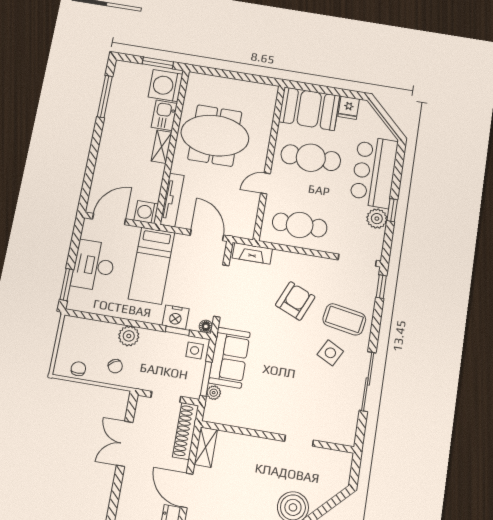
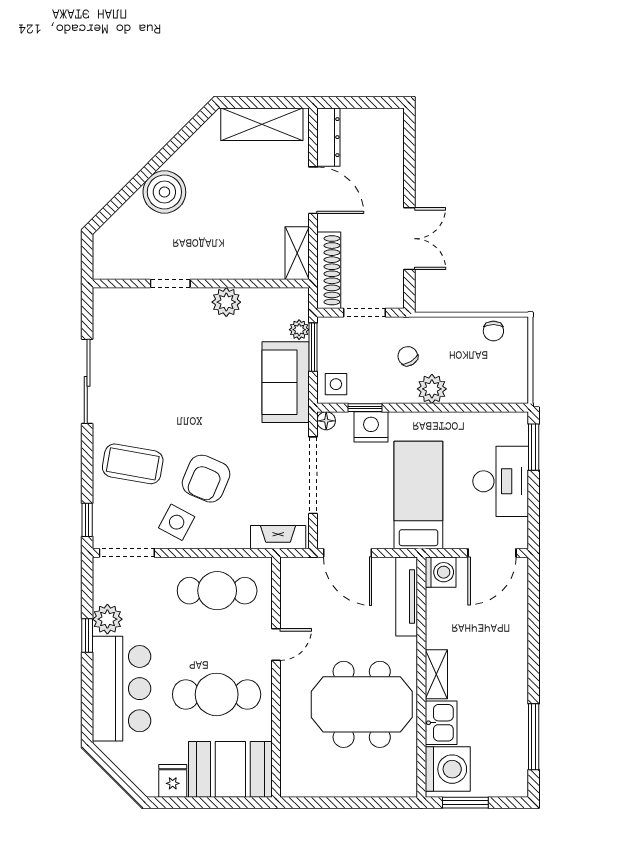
side table: (330, 353) -> (177, 522), moved
chair: (115, 366) -> (408, 356), moved
plant: (262, 421) -> (226, 302), added

